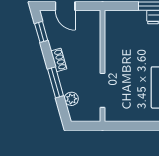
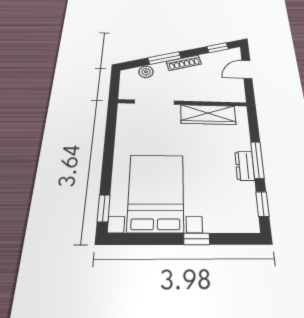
wardrobe: (113, 44) -> (208, 115), added
shoe rack: (59, 60) -> (184, 63), width x1.43

